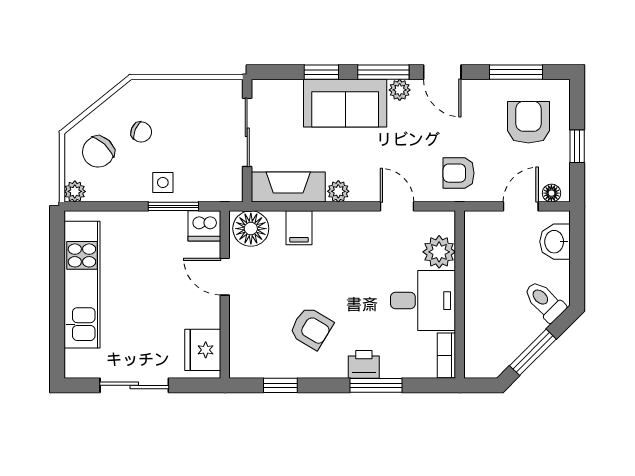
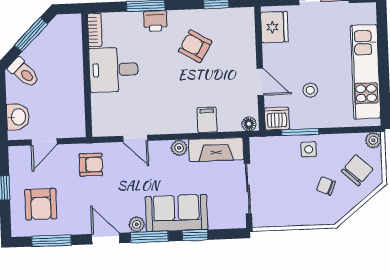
floor lamp: (551, 193) -> (22, 153), removed
floor lamp: (251, 229) -> (249, 124), width x0.53, depth x0.53
plant: (439, 252) -> (103, 106), removed
stool: (158, 263) -> (310, 90), added

